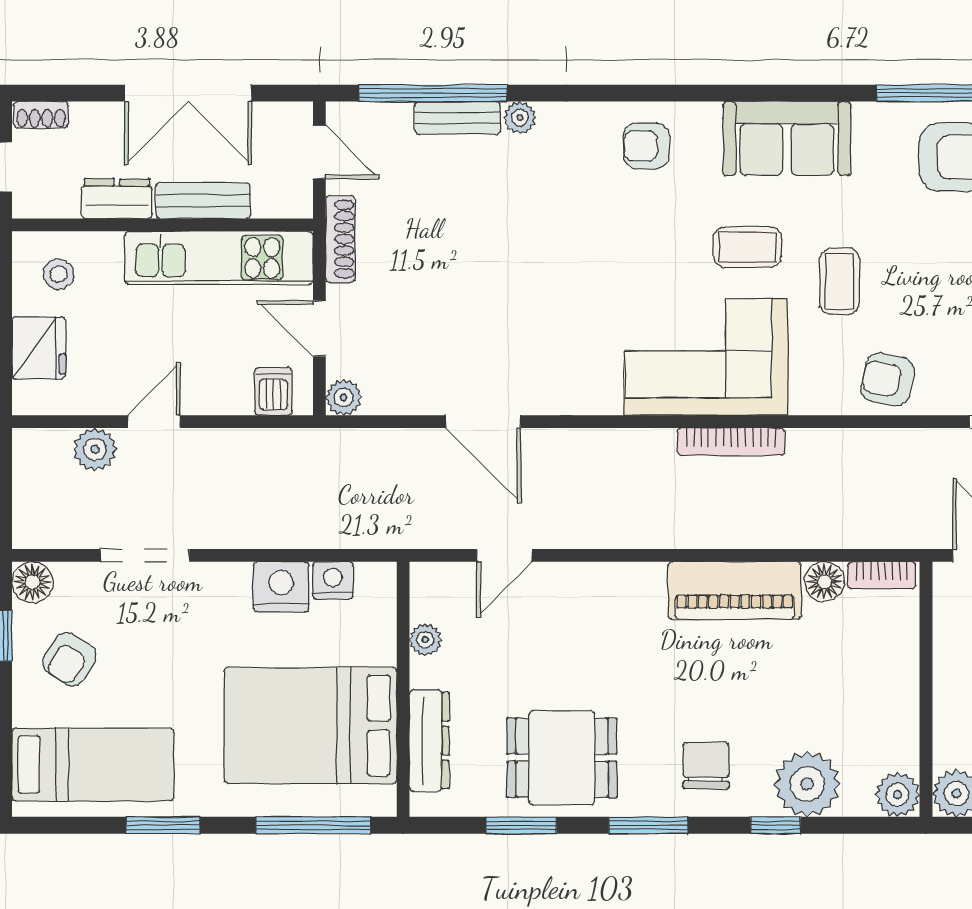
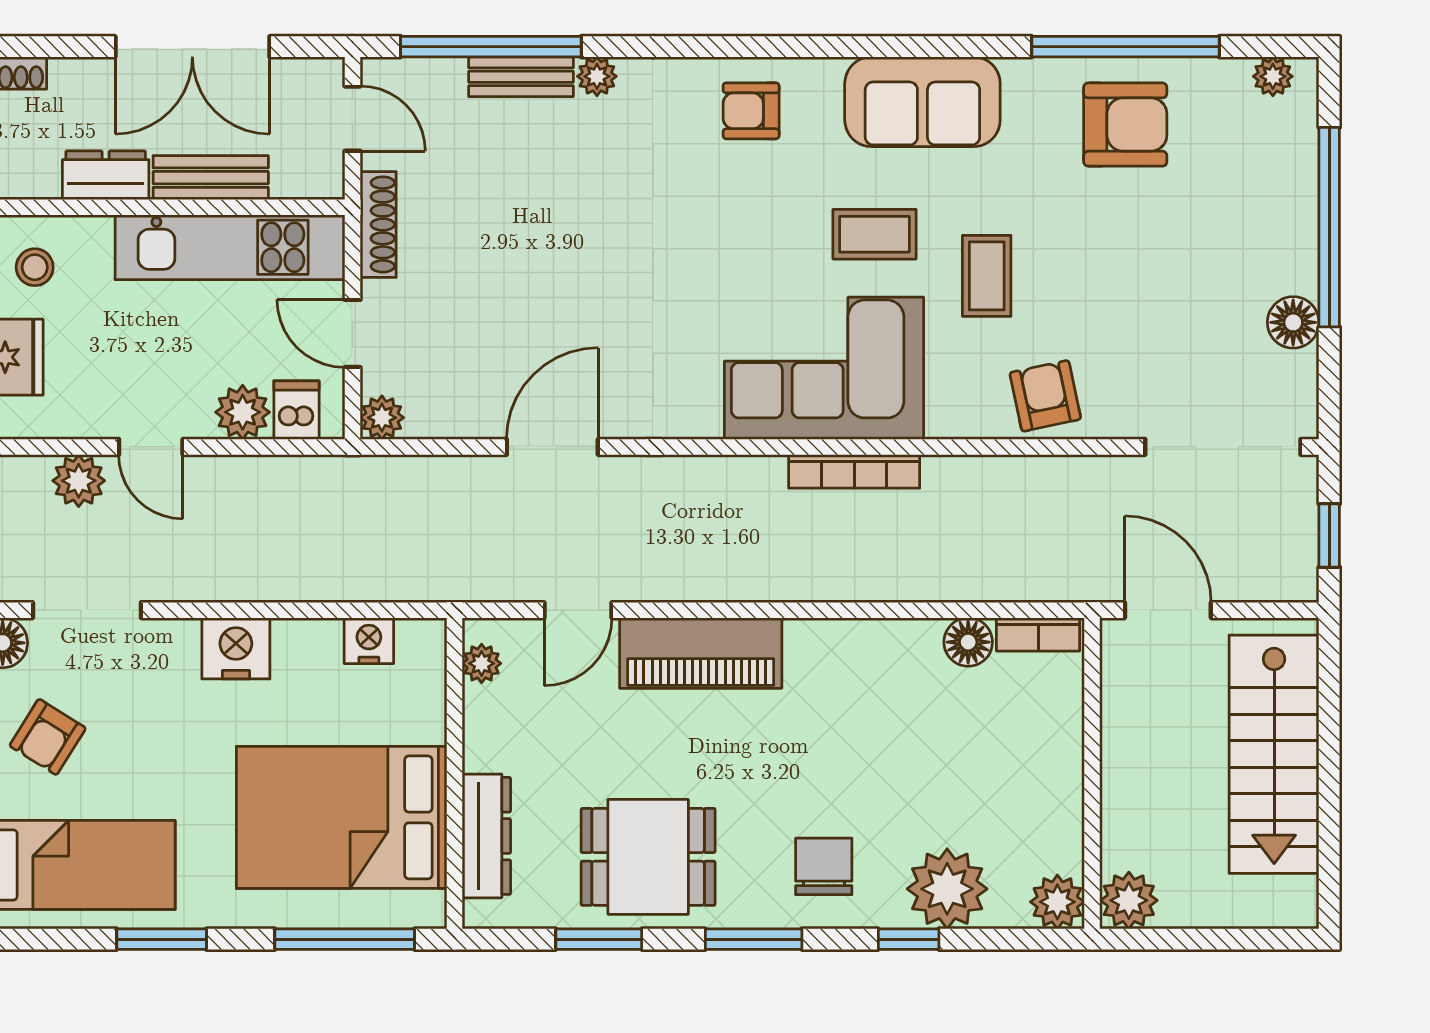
armchair: (888, 380) -> (1045, 396), turned 66
plant: (229, 393) -> (243, 412), added
door: (154, 422) -> (151, 447), swing flipped
door: (483, 422) -> (552, 447), swing flipped
doorway: (145, 555) -> (87, 610), moved
nightstand: (281, 587) -> (236, 648), moved
piano: (735, 591) -> (701, 653), moved
plant: (425, 640) -> (482, 663), moved

